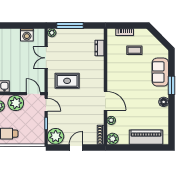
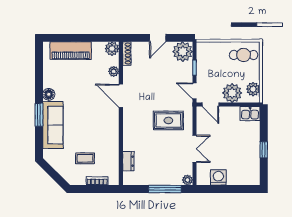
sofa: (160, 72) -> (53, 125), width x1.36

